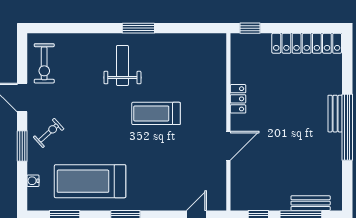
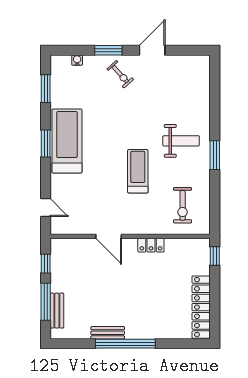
exercise bike: (44, 63) -> (183, 205), moved, turned -90
bench: (335, 114) -> (108, 333), moved
treadmill: (90, 181) -> (67, 141), moved

